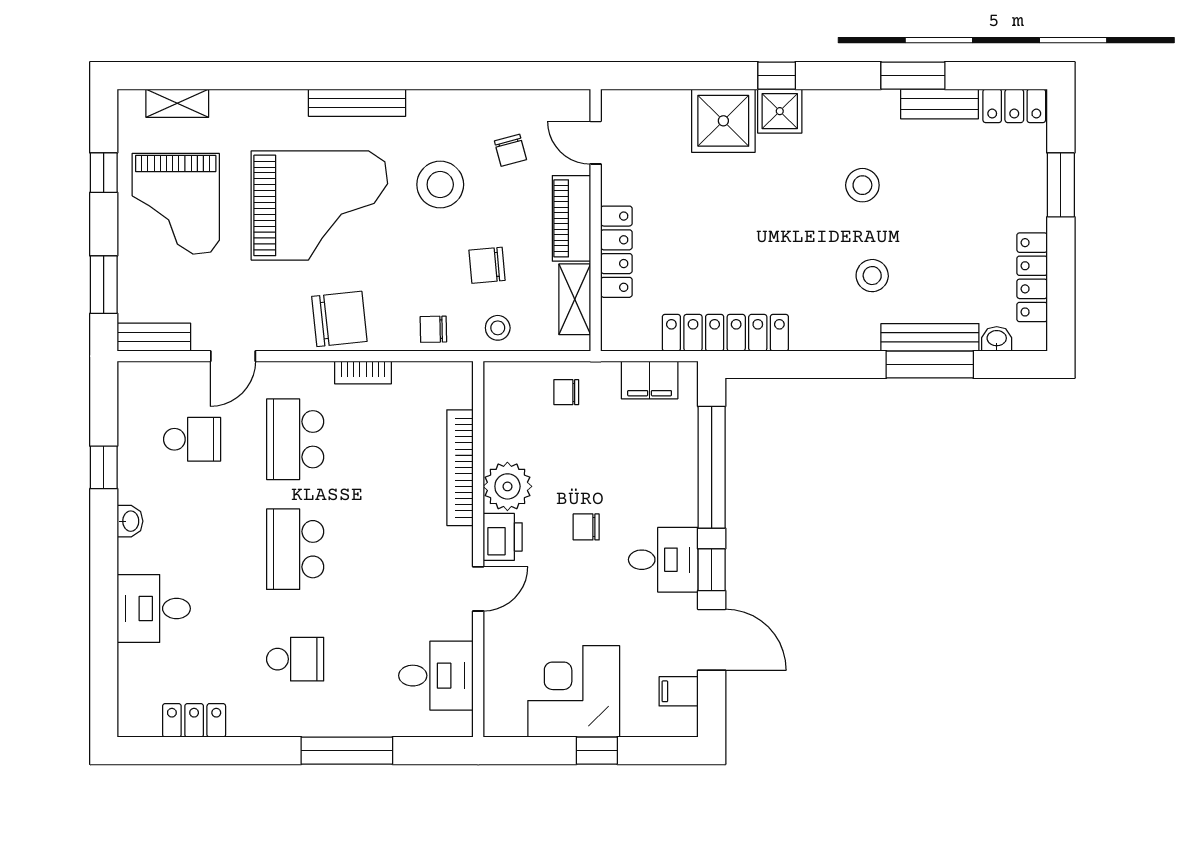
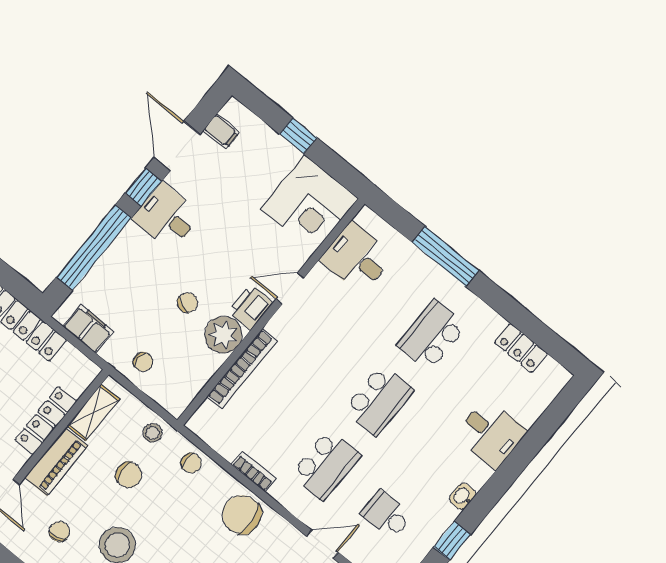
chair: (586, 527) -> (188, 303), moved, turned -68
school desk: (295, 659) -> (432, 335), width x1.85
corner desk: (574, 691) -> (309, 203), moved

